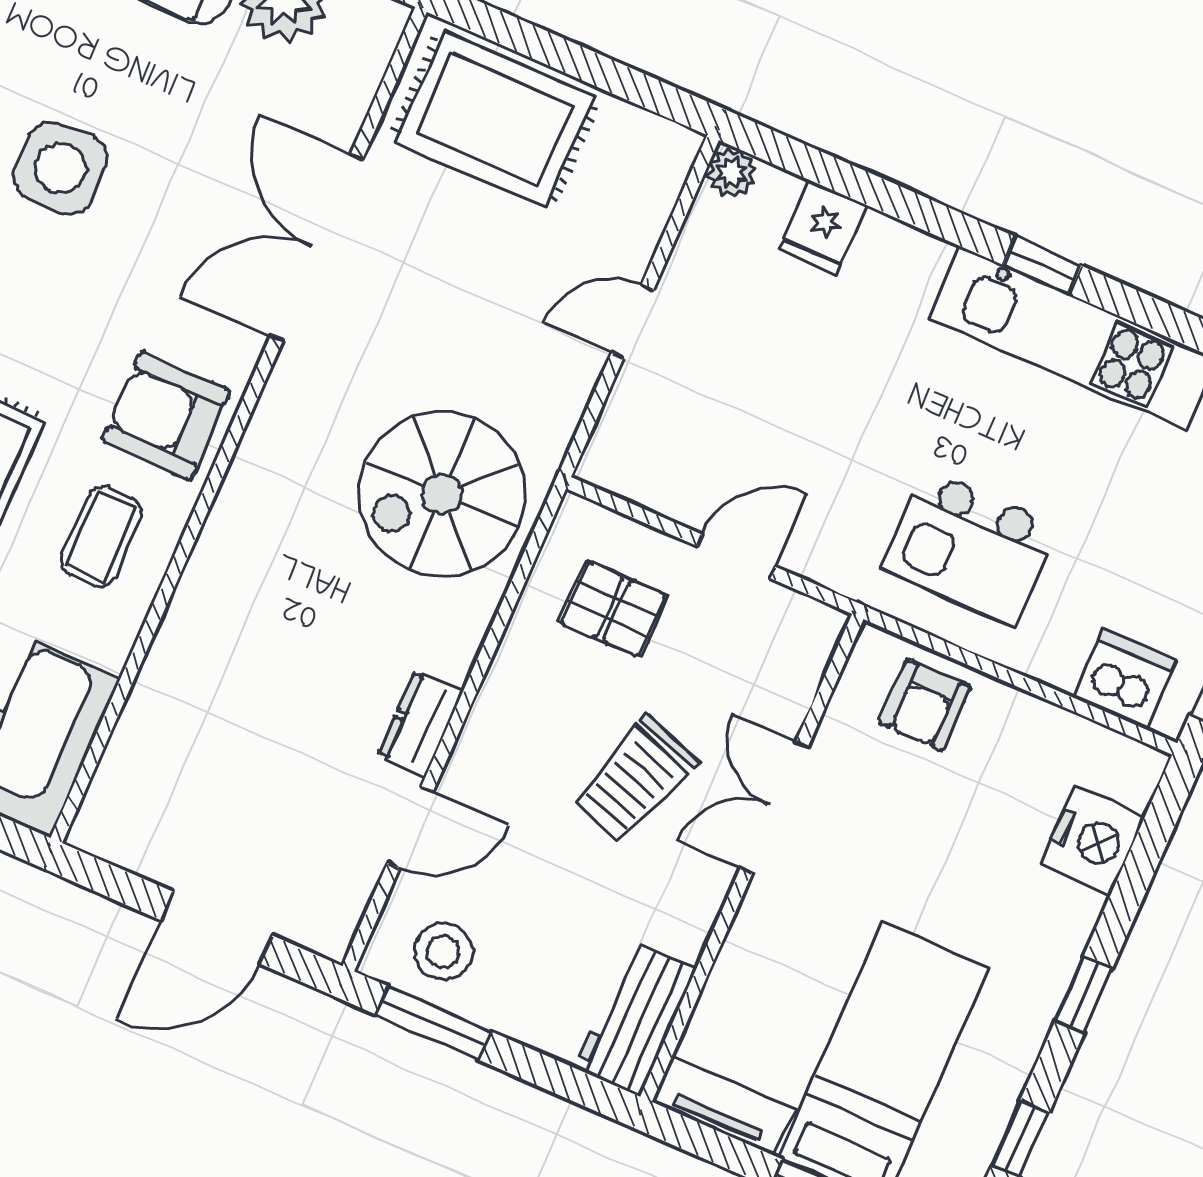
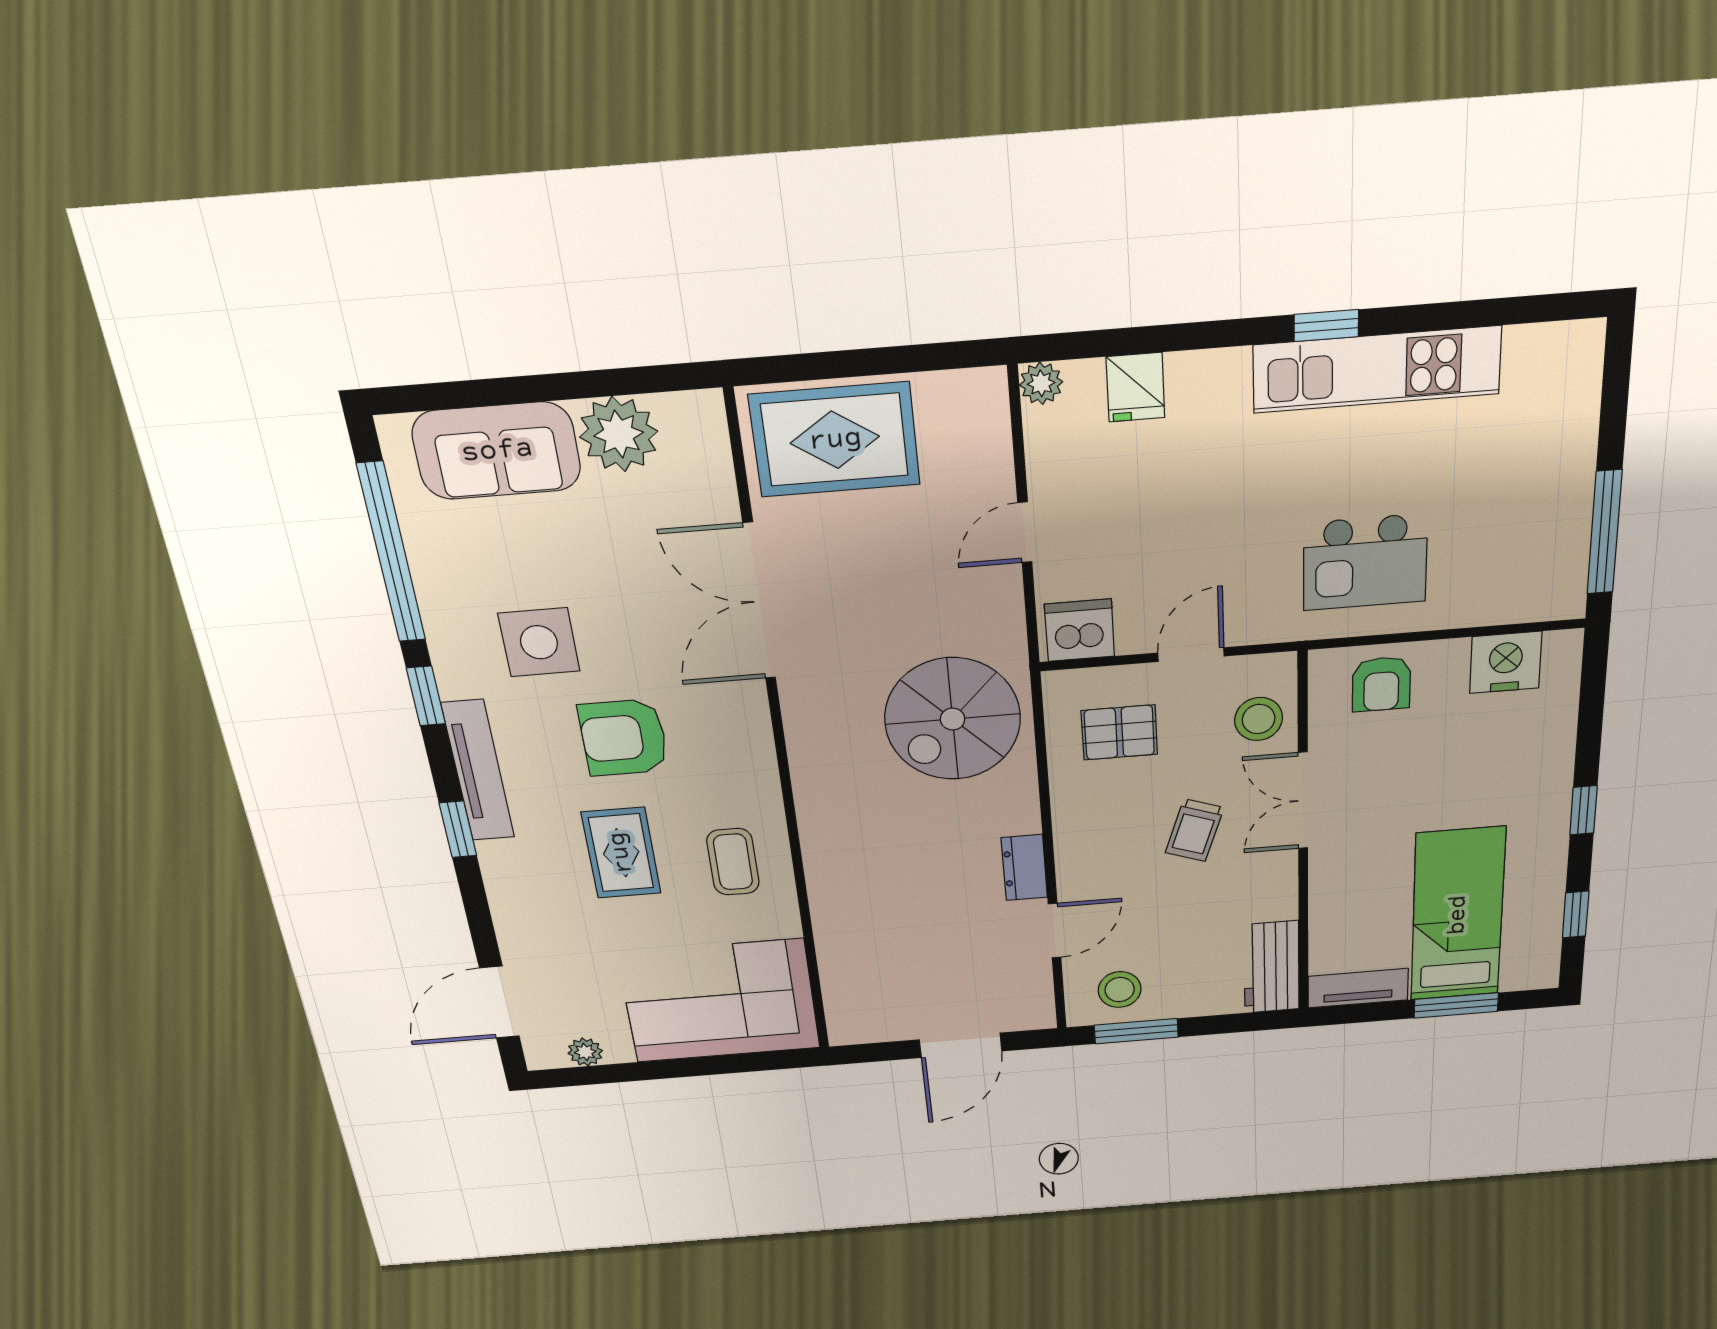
armchair: (166, 416) -> (624, 738), moved
stool: (772, 676) -> (1259, 719), added
dishwasher: (1124, 679) -> (1080, 630), moved
trolley: (635, 780) -> (1195, 830), width x0.73, depth x0.72
nightstand: (1093, 841) -> (1506, 662), moved, turned -90

